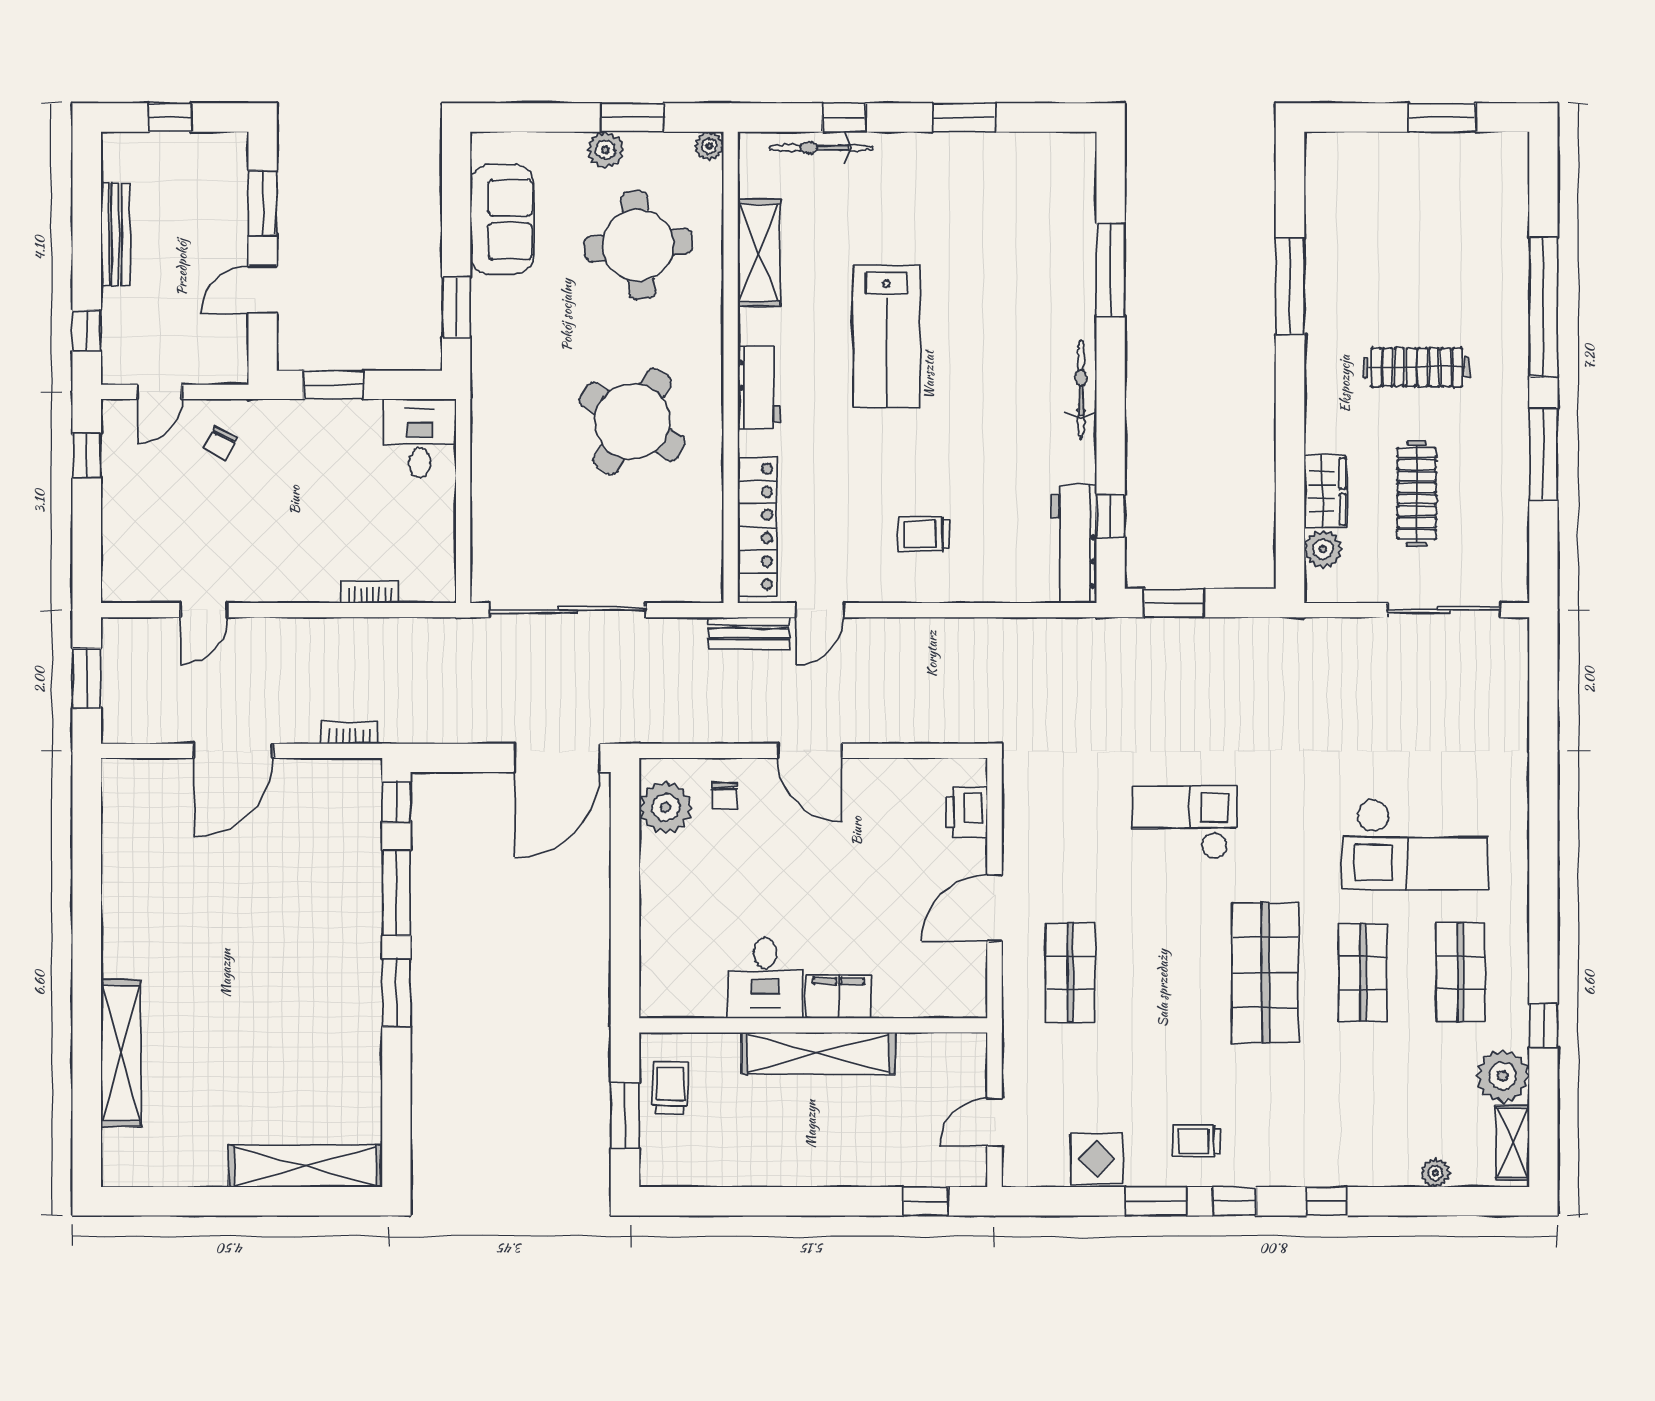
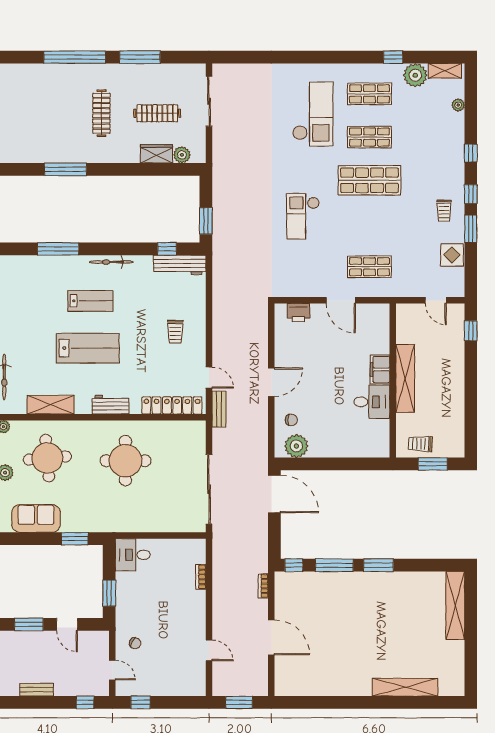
bench: (115, 235) -> (37, 690), width x0.73
lab bench: (993, 343) -> (90, 301), added
round table: (632, 422) -> (125, 461), turned -32

